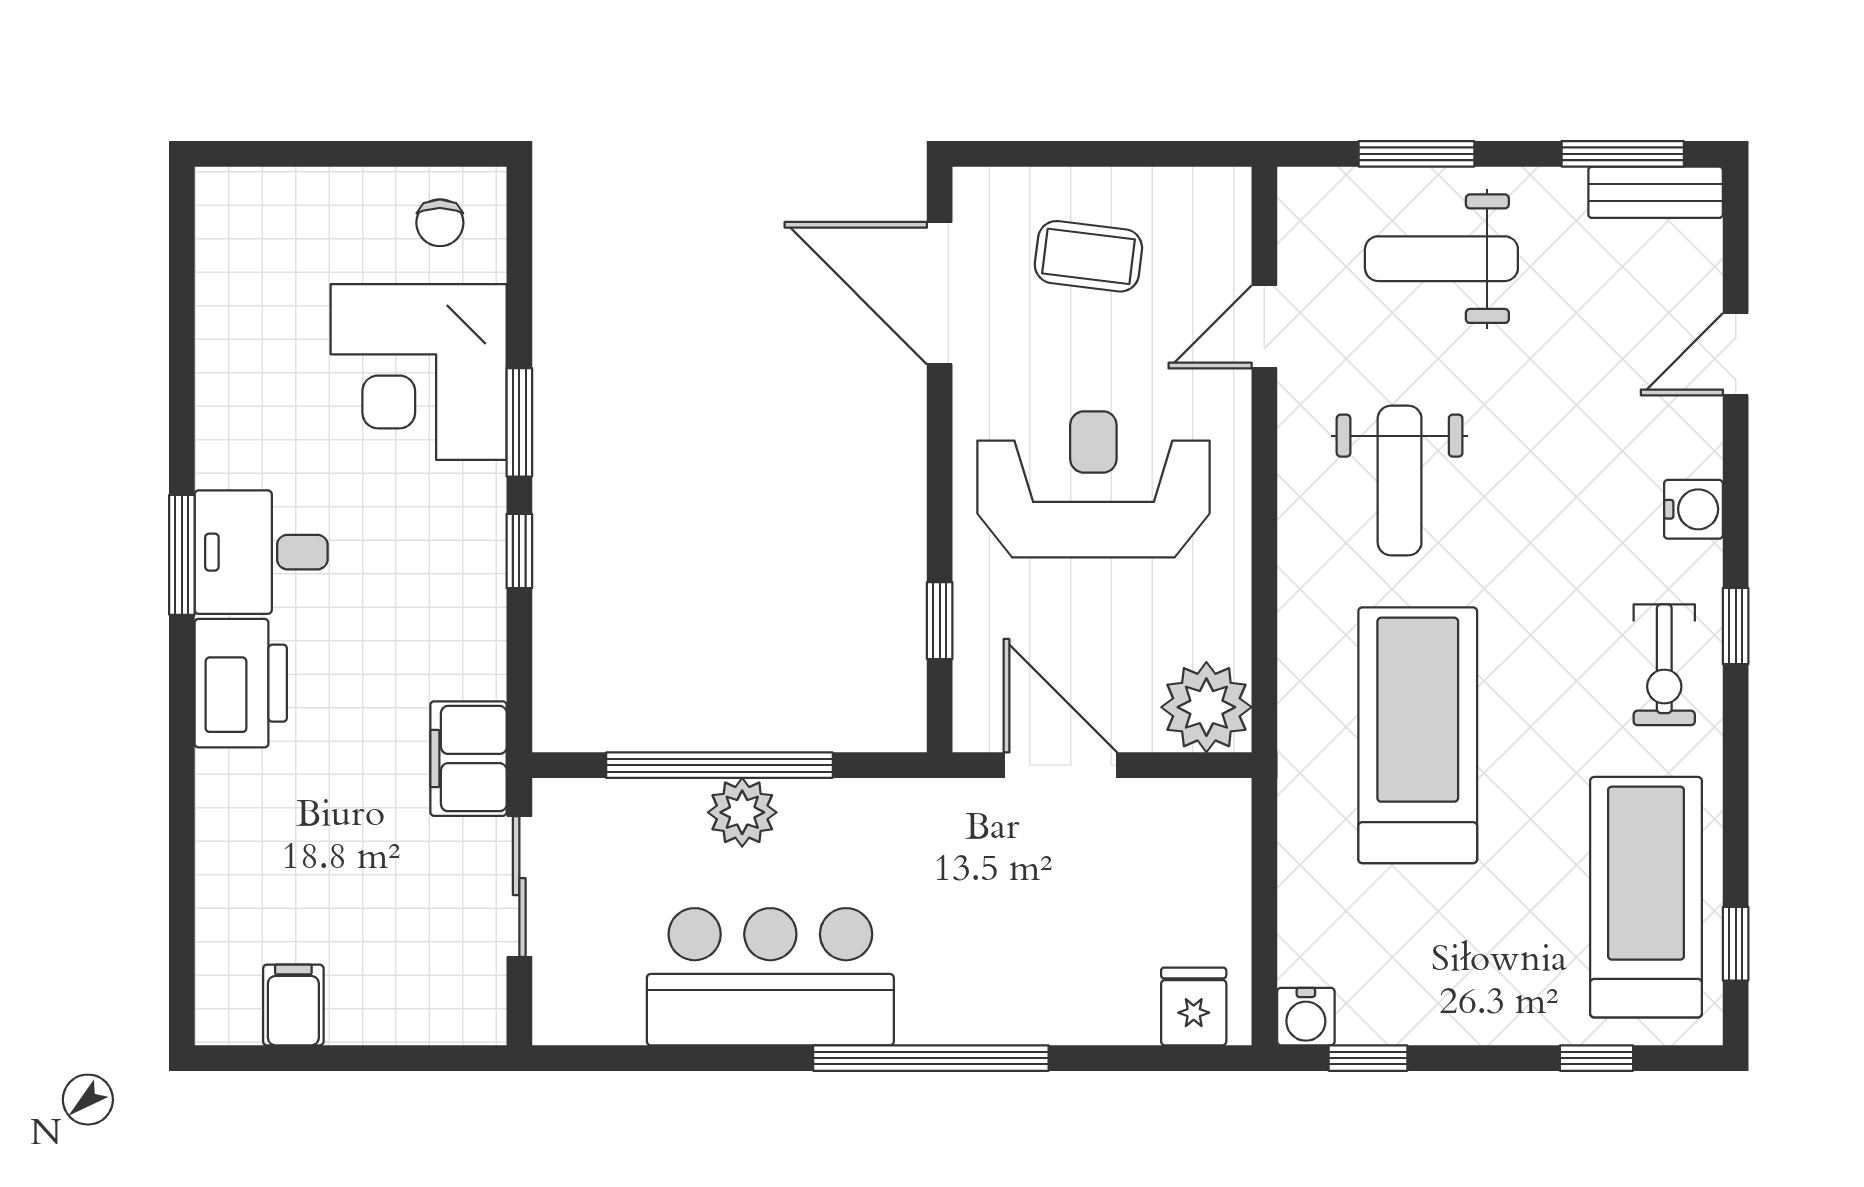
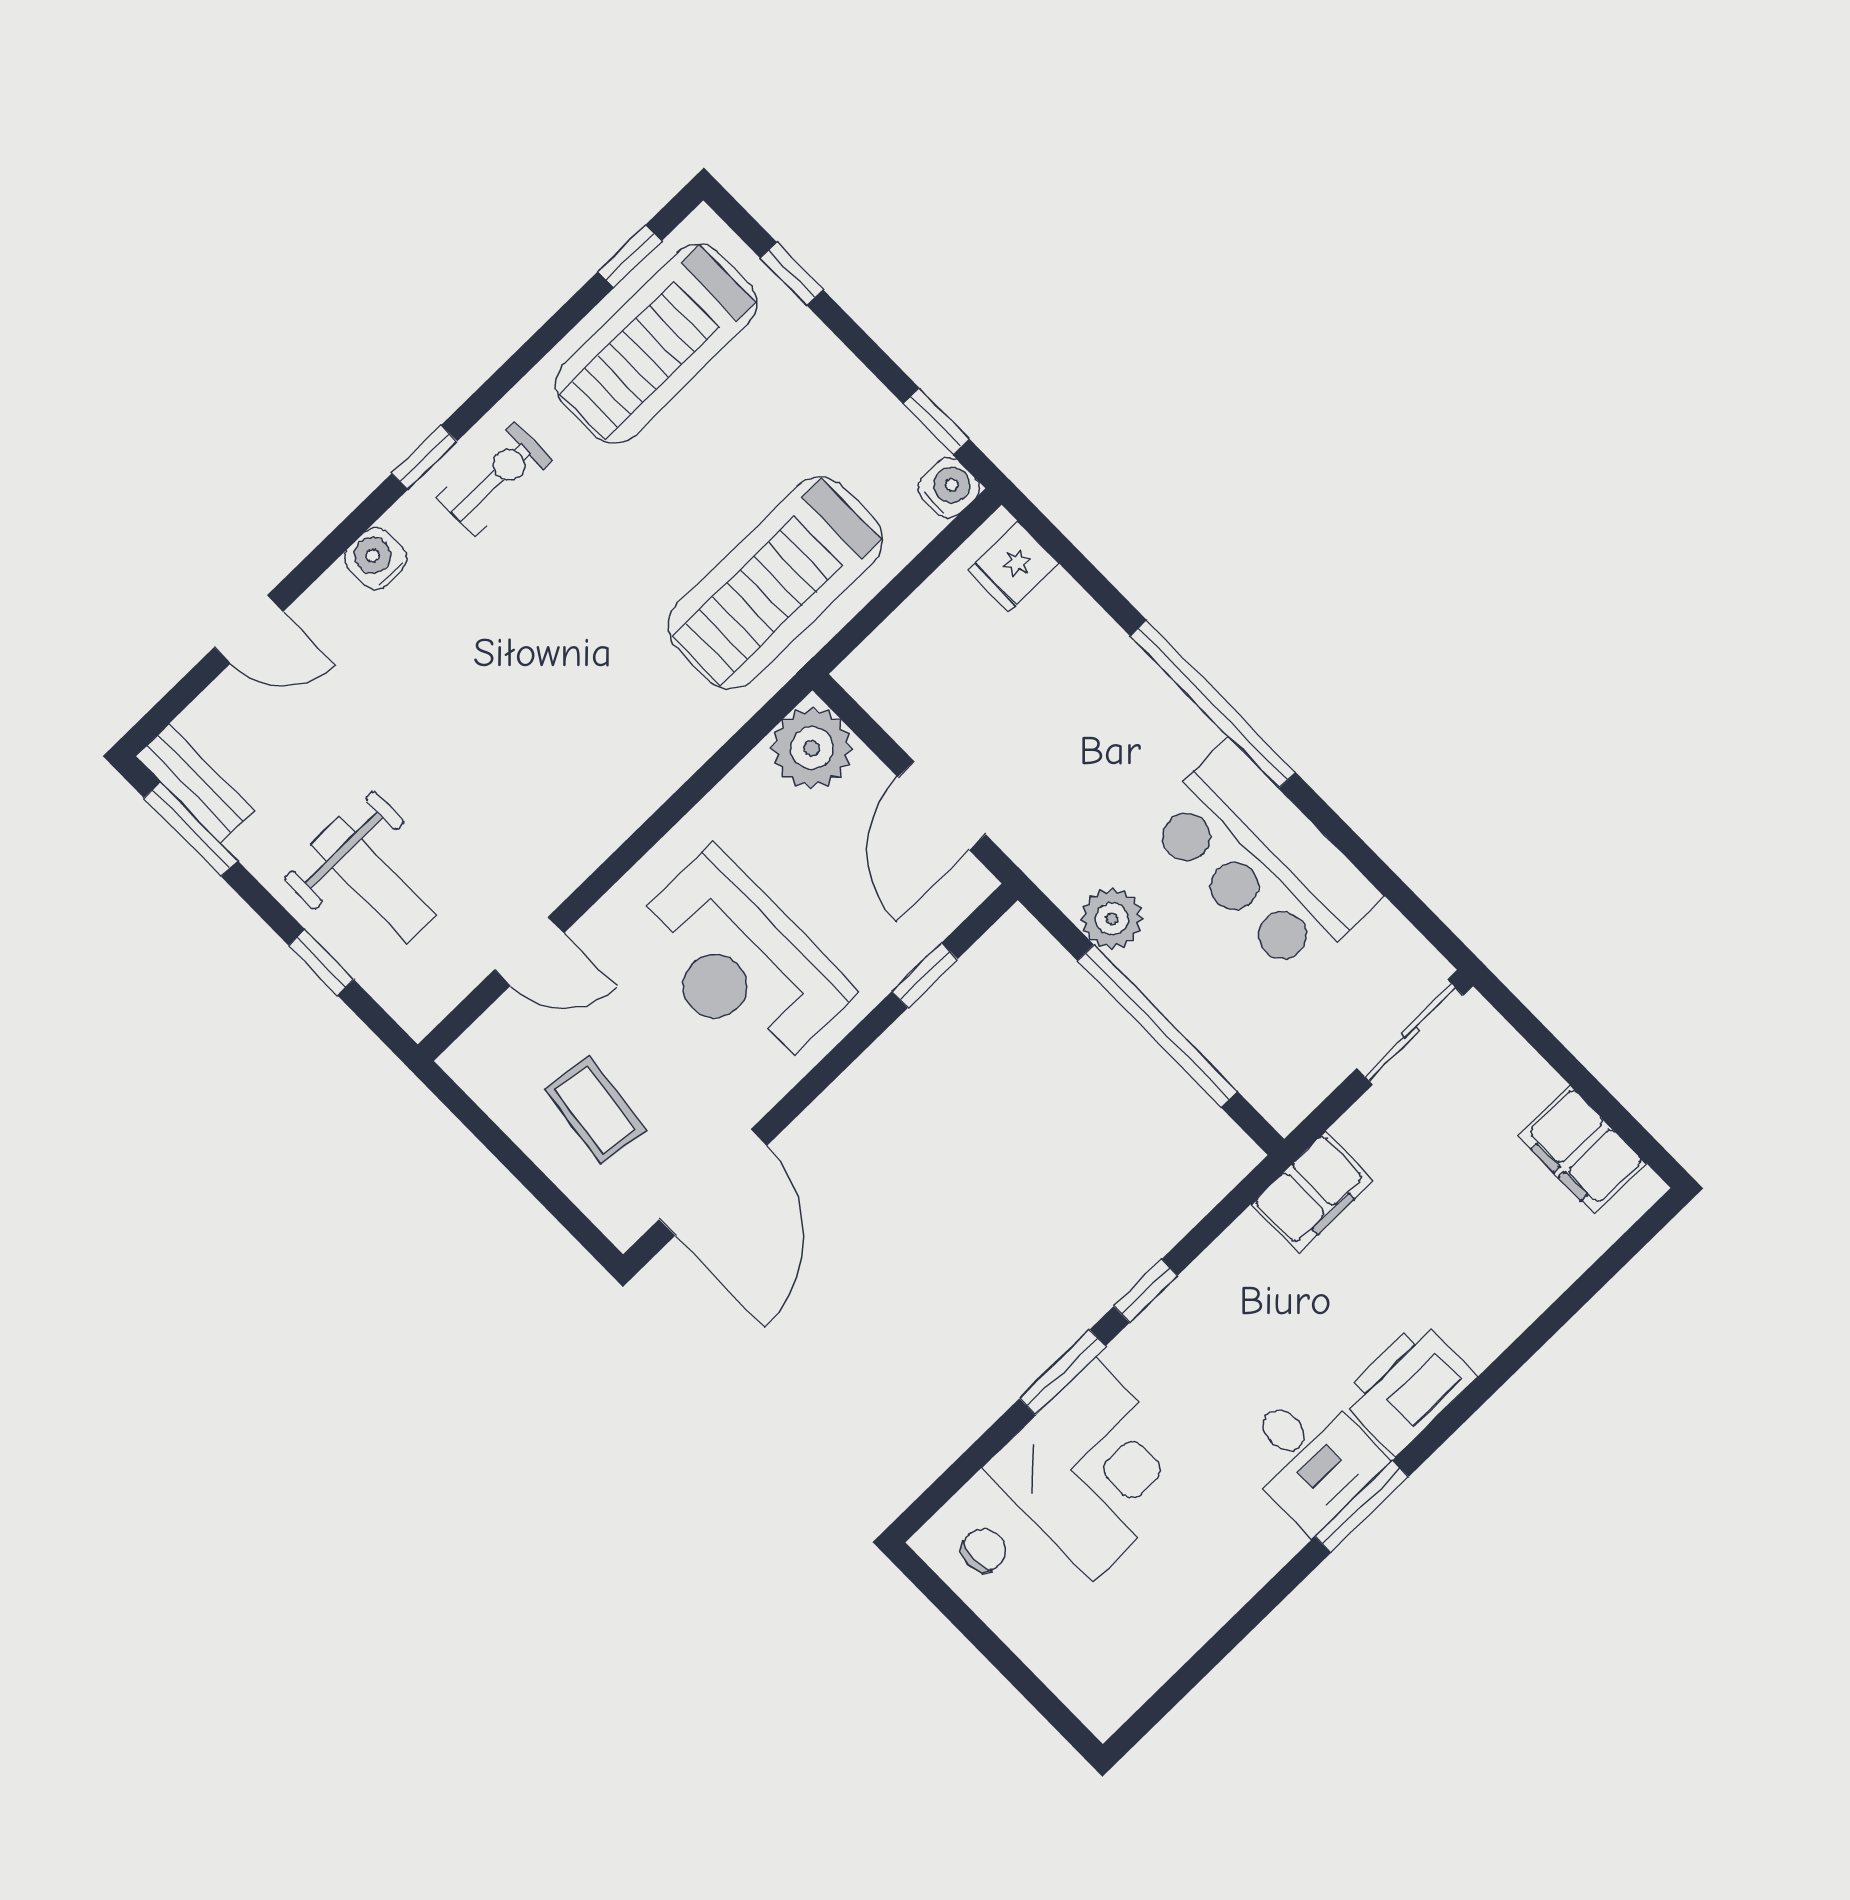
window: (1416, 154) -> (321, 962), width x0.67
weight bench: (1400, 480) -> (543, 767), removed
treadmill: (1418, 735) -> (775, 583), moved
plant: (742, 812) -> (1112, 919), moved
sliding door: (519, 887) -> (1410, 1032), moved
filing cabinet: (293, 1005) -> (1582, 1150), width x2.00

